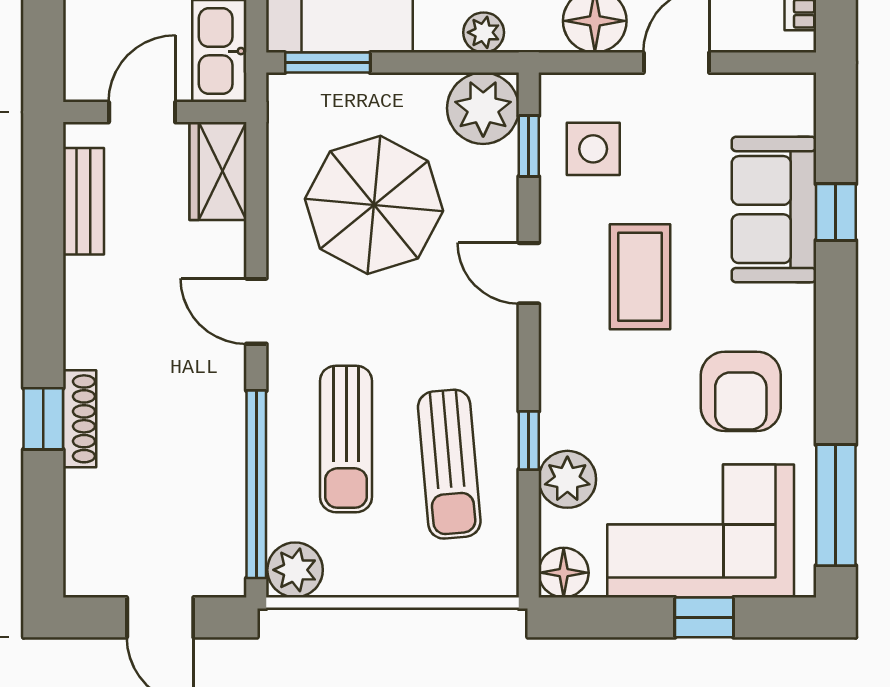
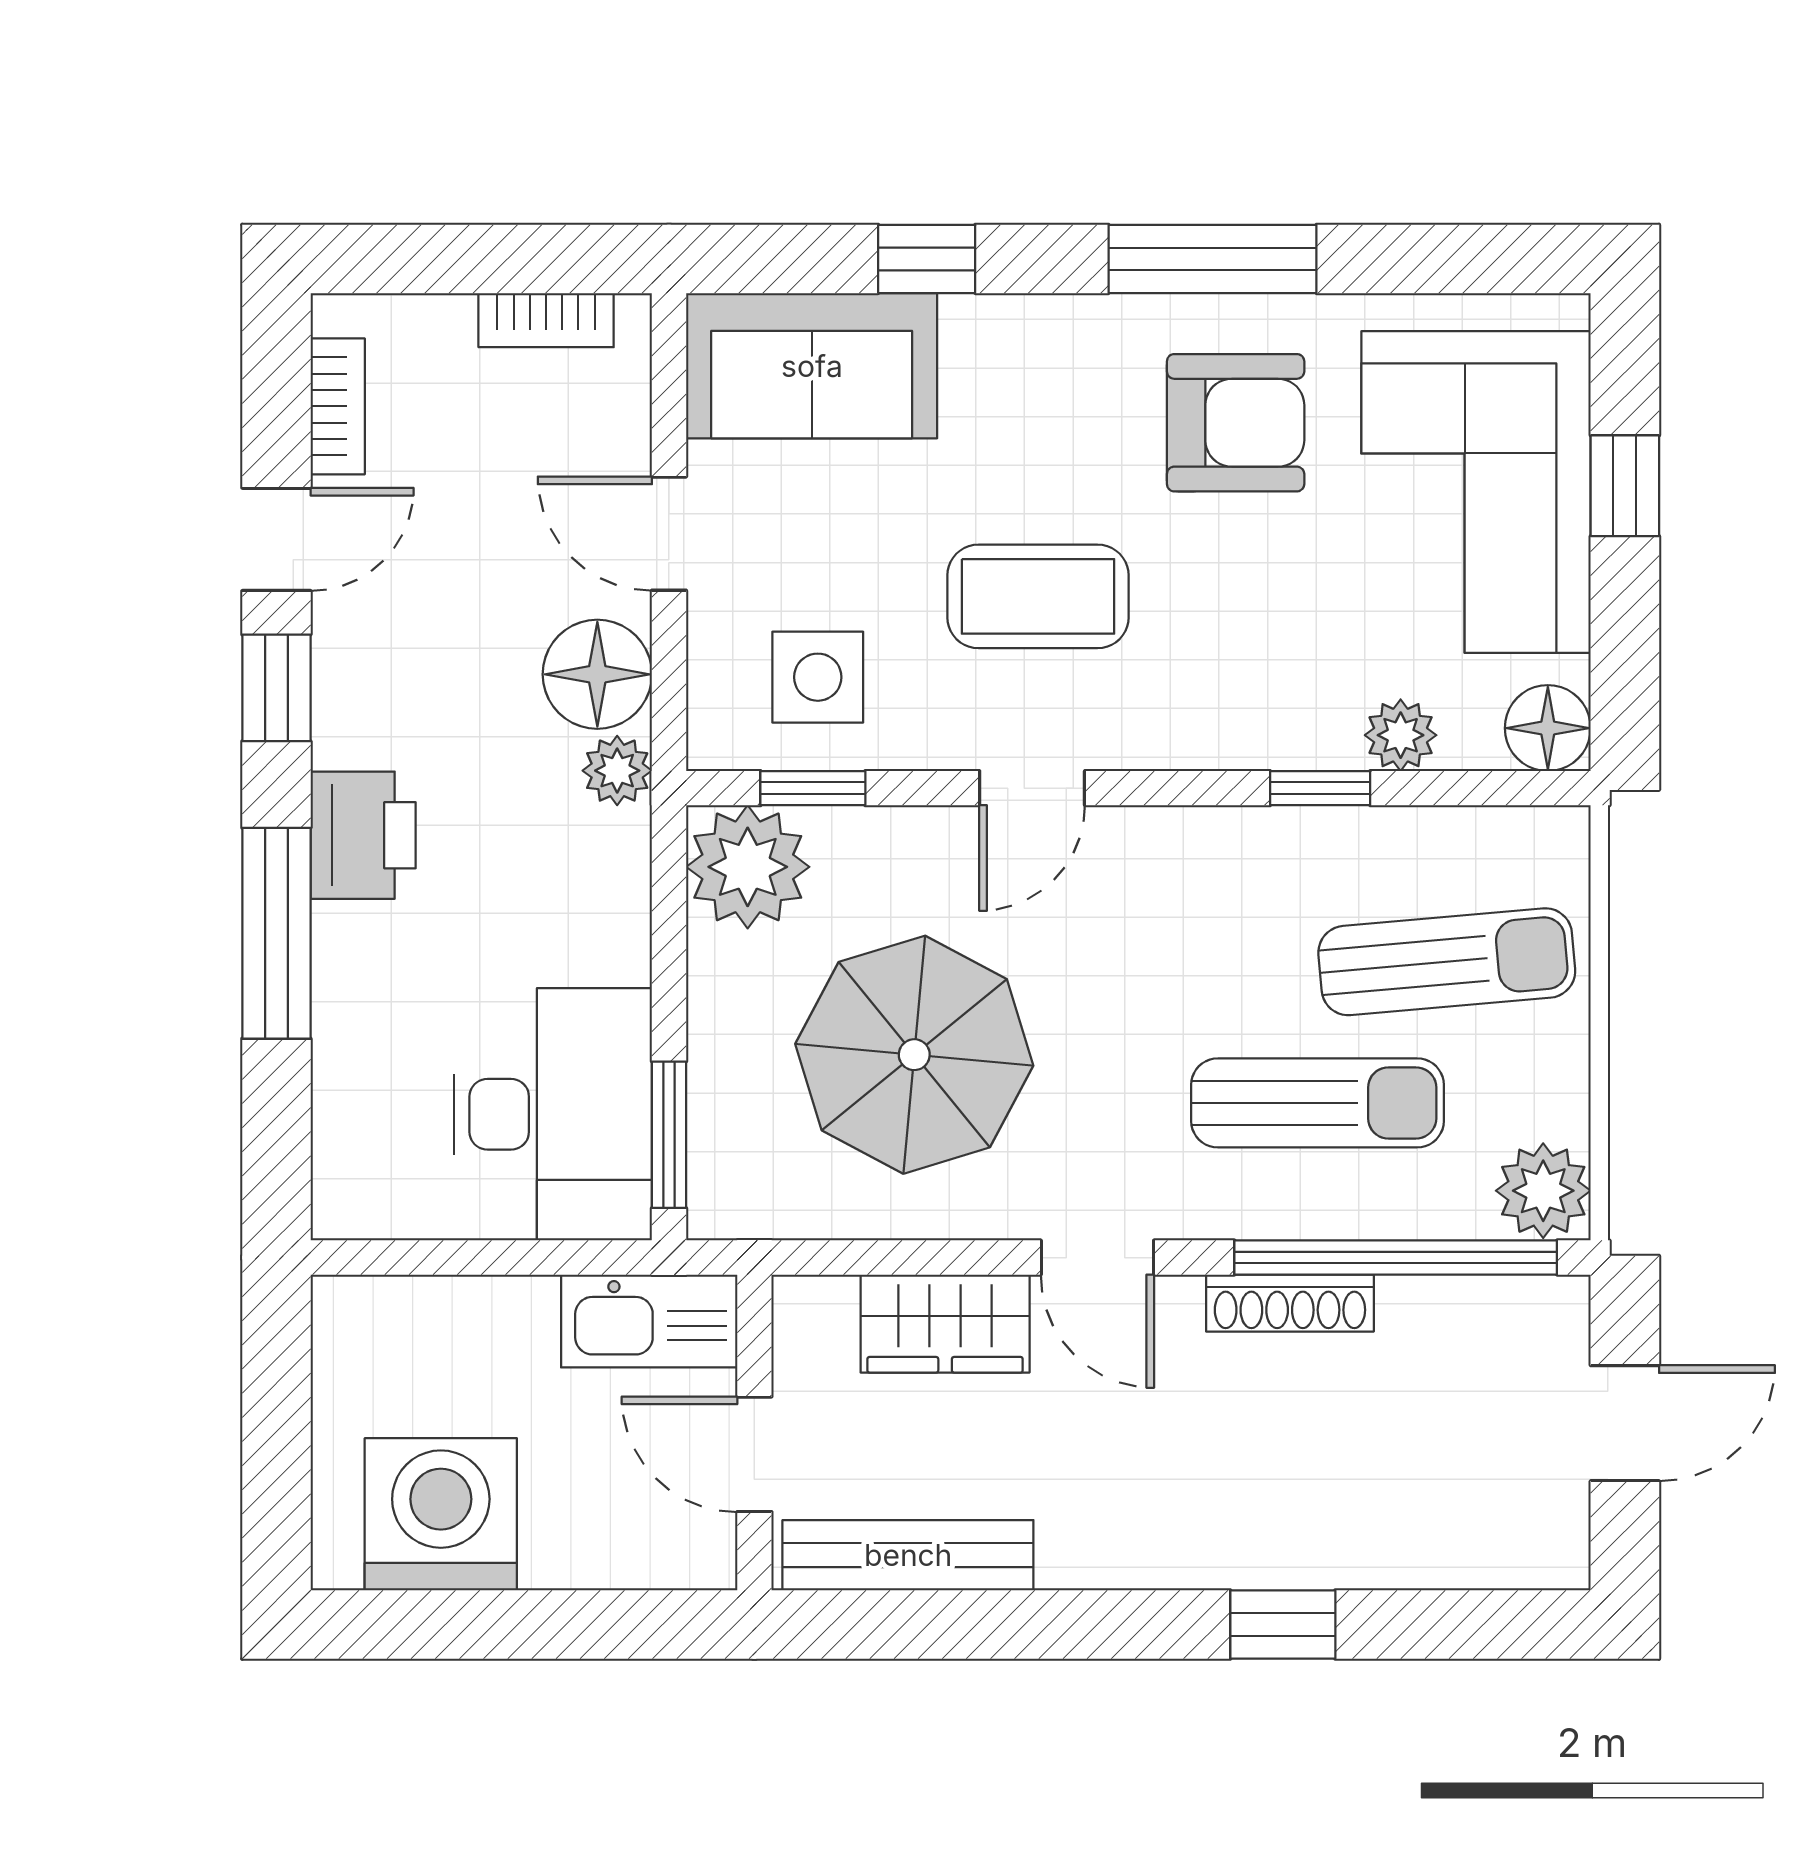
plant: (484, 32) -> (617, 771), moved
wardrobe: (218, 171) -> (945, 1324), moved
bench: (84, 201) -> (908, 1555), width x1.36
sofa: (774, 210) -> (812, 366), moved
door: (256, 311) -> (1097, 1258), hinge flipped
shoe rack: (80, 419) -> (1290, 1303), moved, turned 180
sun lounger: (449, 464) -> (1447, 962), moved
plant: (567, 479) -> (1401, 735), width x0.73, depth x0.73
window: (836, 505) -> (1212, 259), moved

